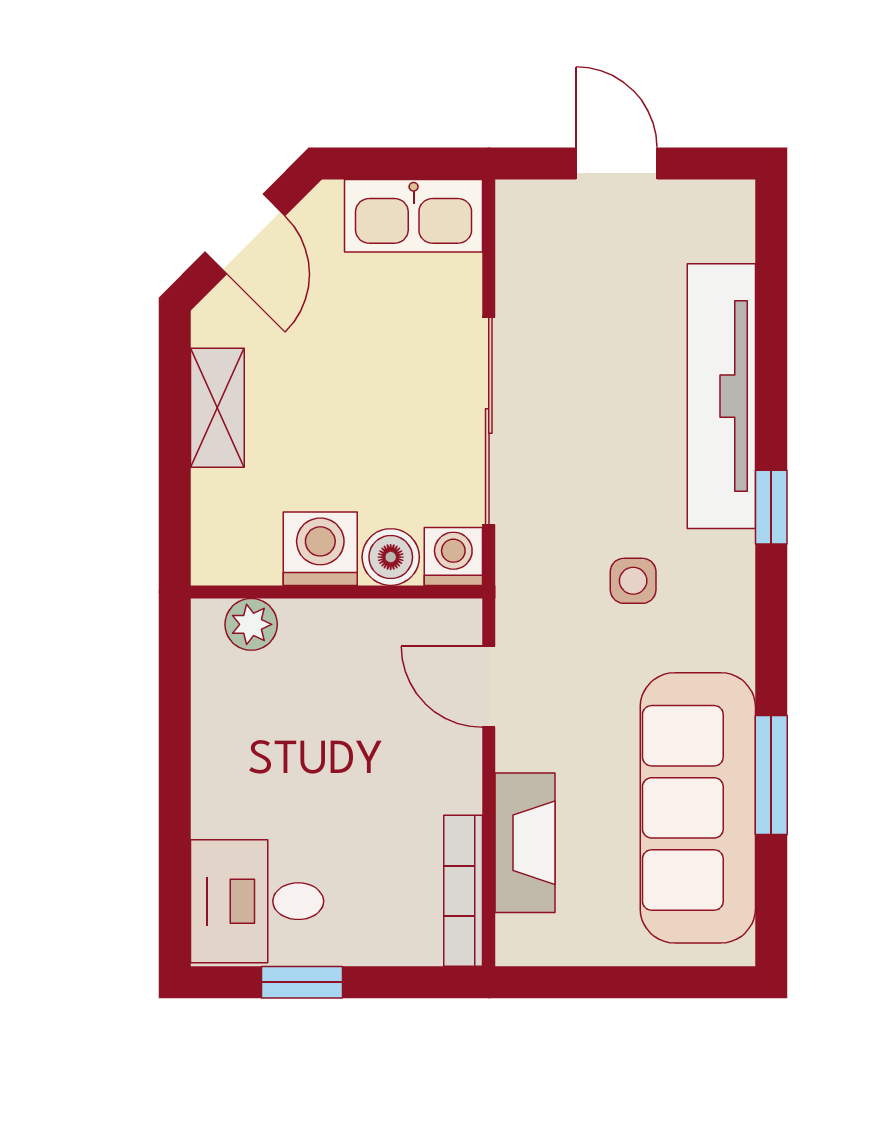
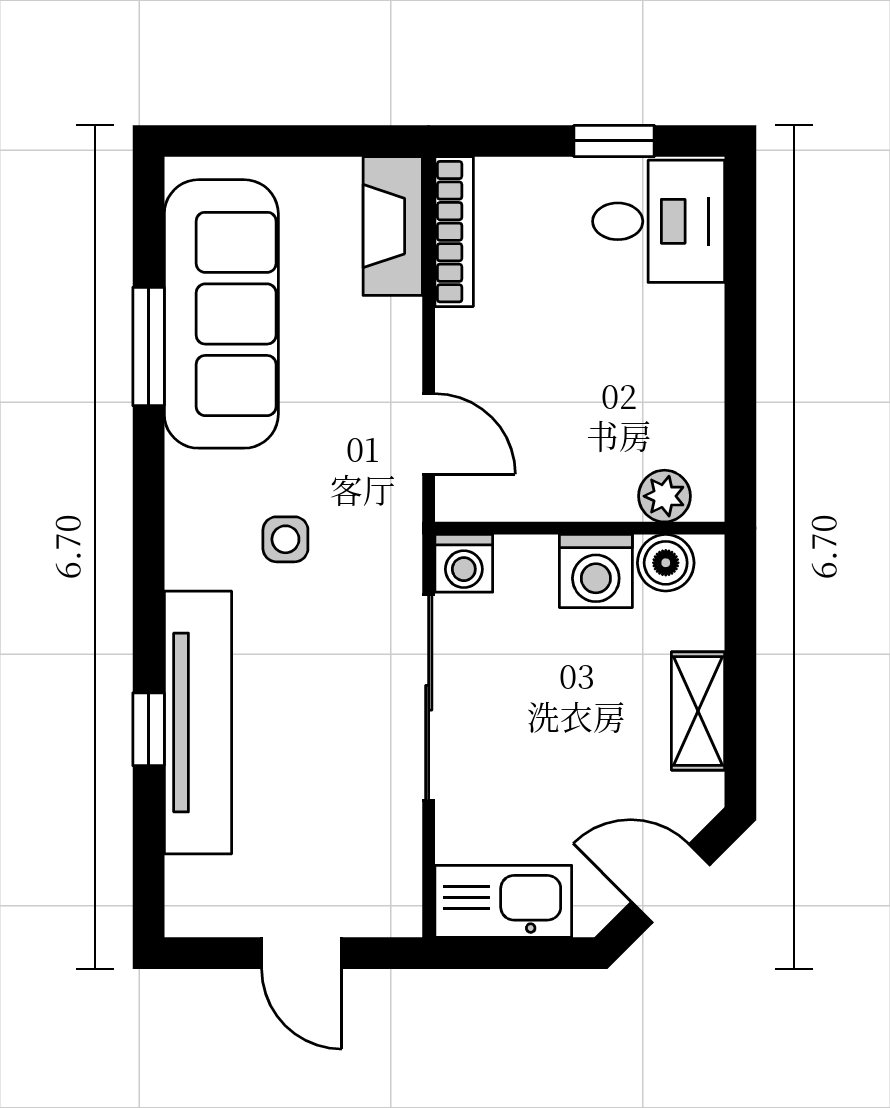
door: (245, 234) -> (671, 883), hinge flipped
window: (771, 507) -> (149, 729), moved
boiler: (391, 557) -> (666, 563), moved
fireplace: (525, 843) -> (393, 226), moved

